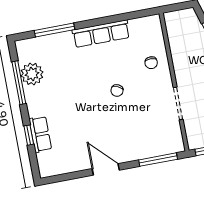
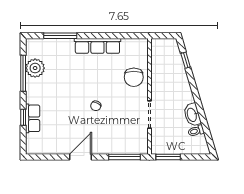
chair: (151, 63) -> (134, 77), width x1.87, depth x1.87
chair: (117, 90) -> (96, 106), moved
door: (106, 169) -> (80, 157), hinge flipped

